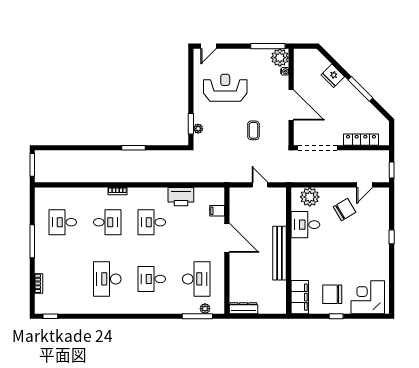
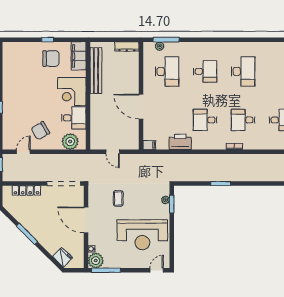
fridge: (333, 76) -> (63, 257), moved
reception desk: (225, 88) -> (142, 235), width x1.36, depth x1.30
filing cabinet: (217, 211) -> (149, 145), moved
desk: (152, 222) -> (205, 120), turned 180
bench: (280, 253) -> (96, 71), moved
desk: (196, 279) -> (167, 71), turned 180
corner desk: (368, 297) -> (72, 92), moved, turned 90

